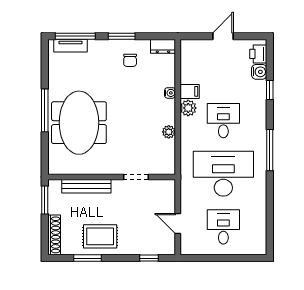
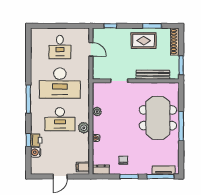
printer: (258, 54) -> (36, 140), moved
filing cabinet: (190, 91) -> (83, 167), moved
desk: (223, 121) -> (60, 119), width x1.37

